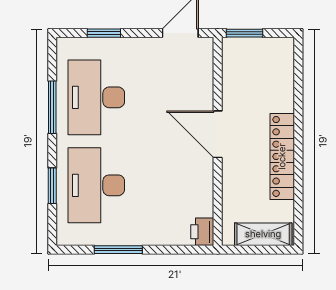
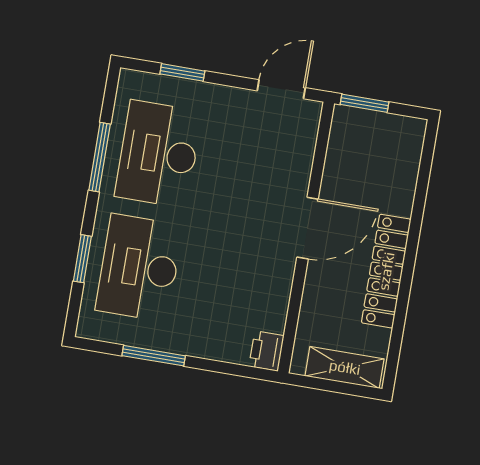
door: (218, 134) -> (308, 228), swing flipped

